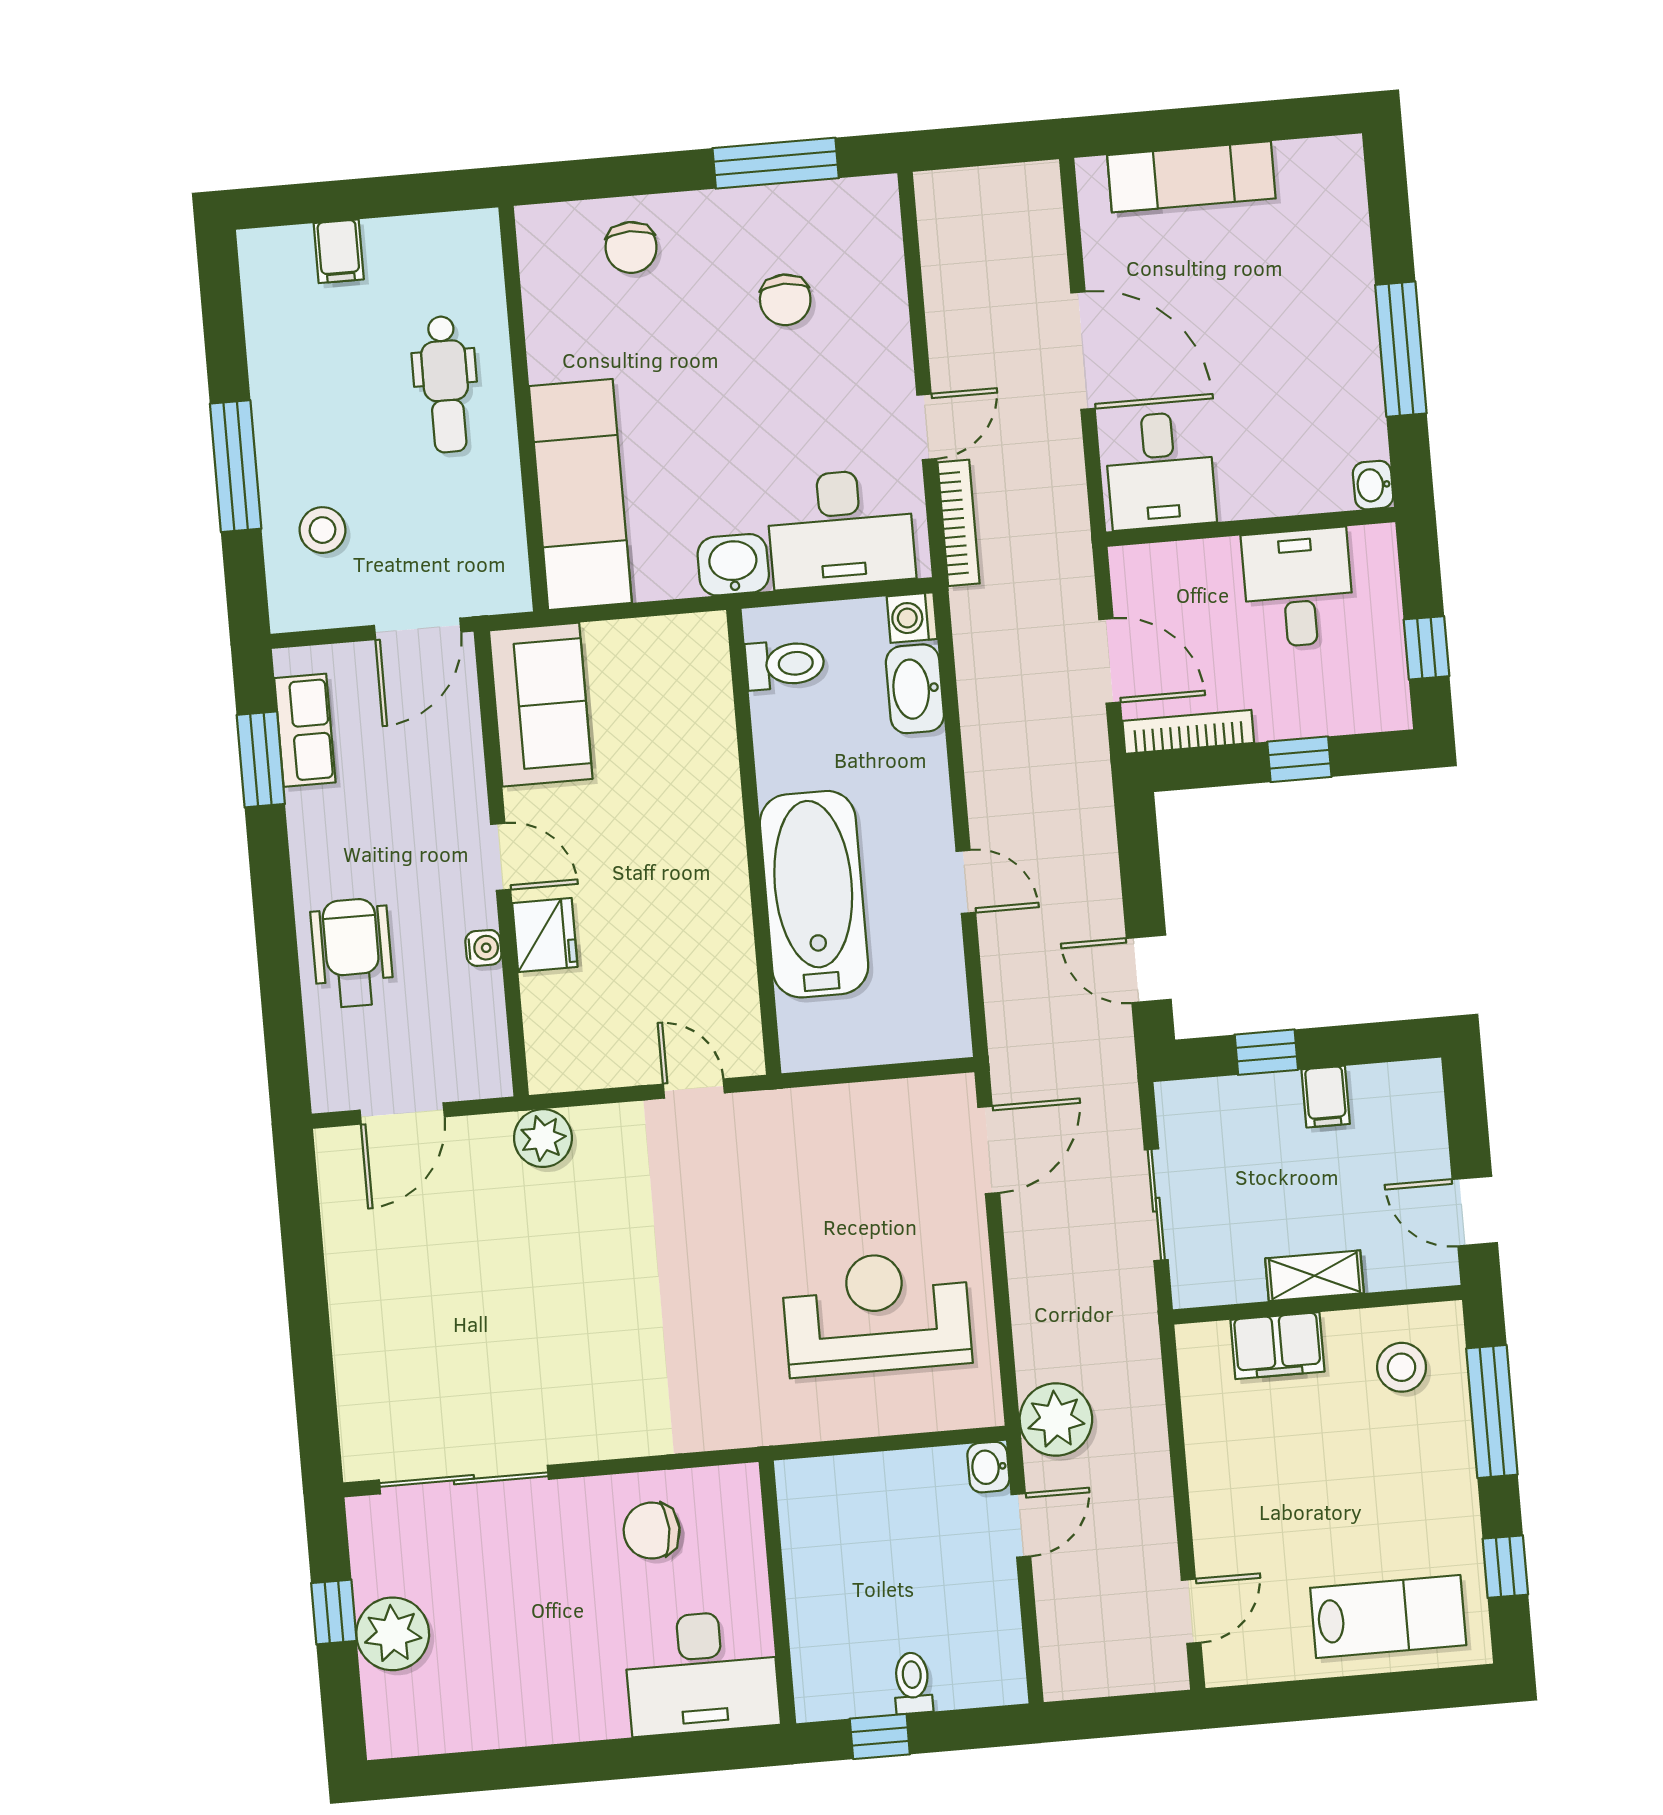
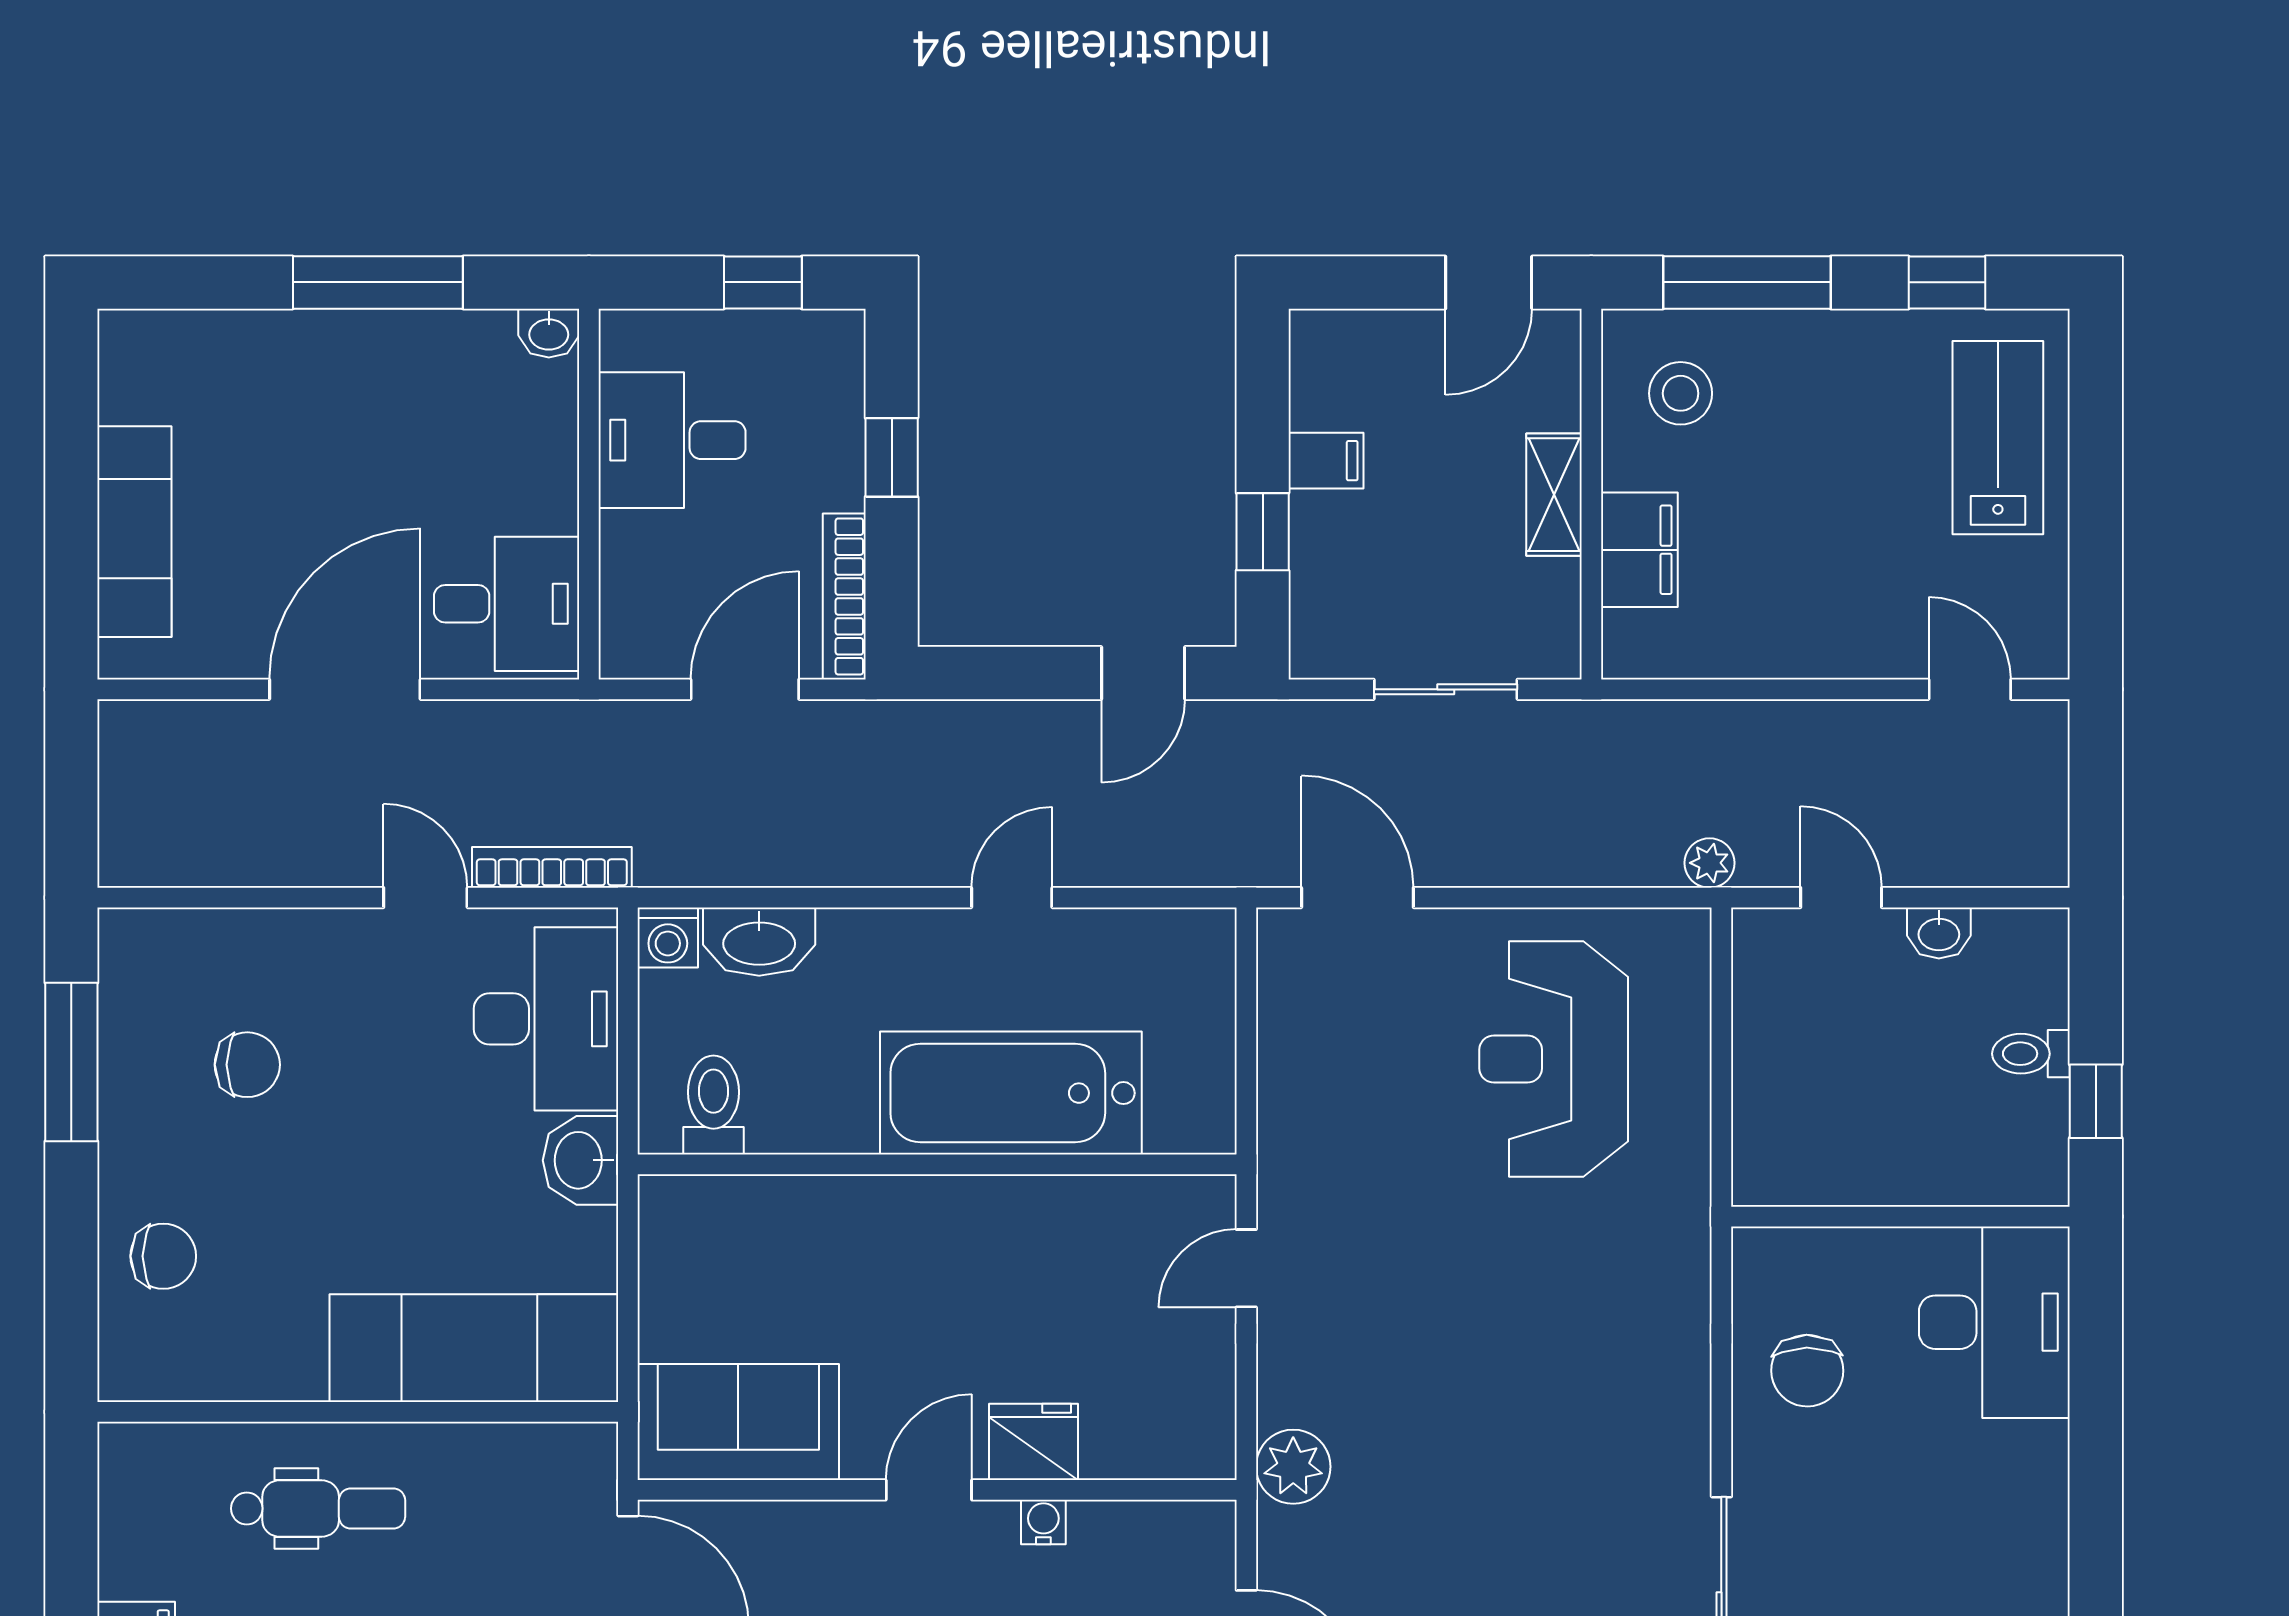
plant: (1056, 1420) -> (1709, 863), width x0.53, depth x0.53
washbasin: (988, 1467) -> (1939, 933), moved

